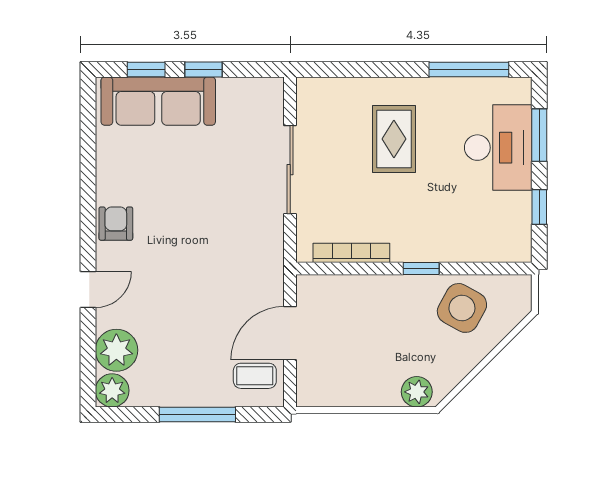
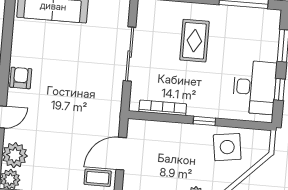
desk: (498, 148) -> (254, 87), moved
side table: (462, 308) -> (227, 147), turned -37

